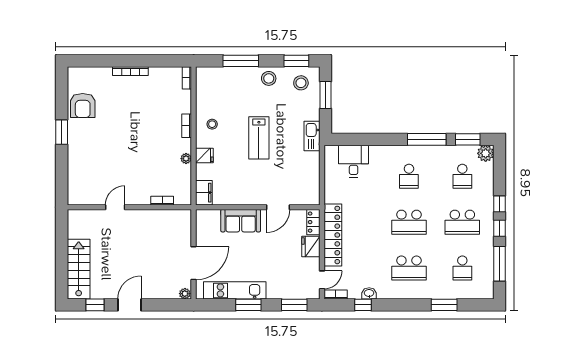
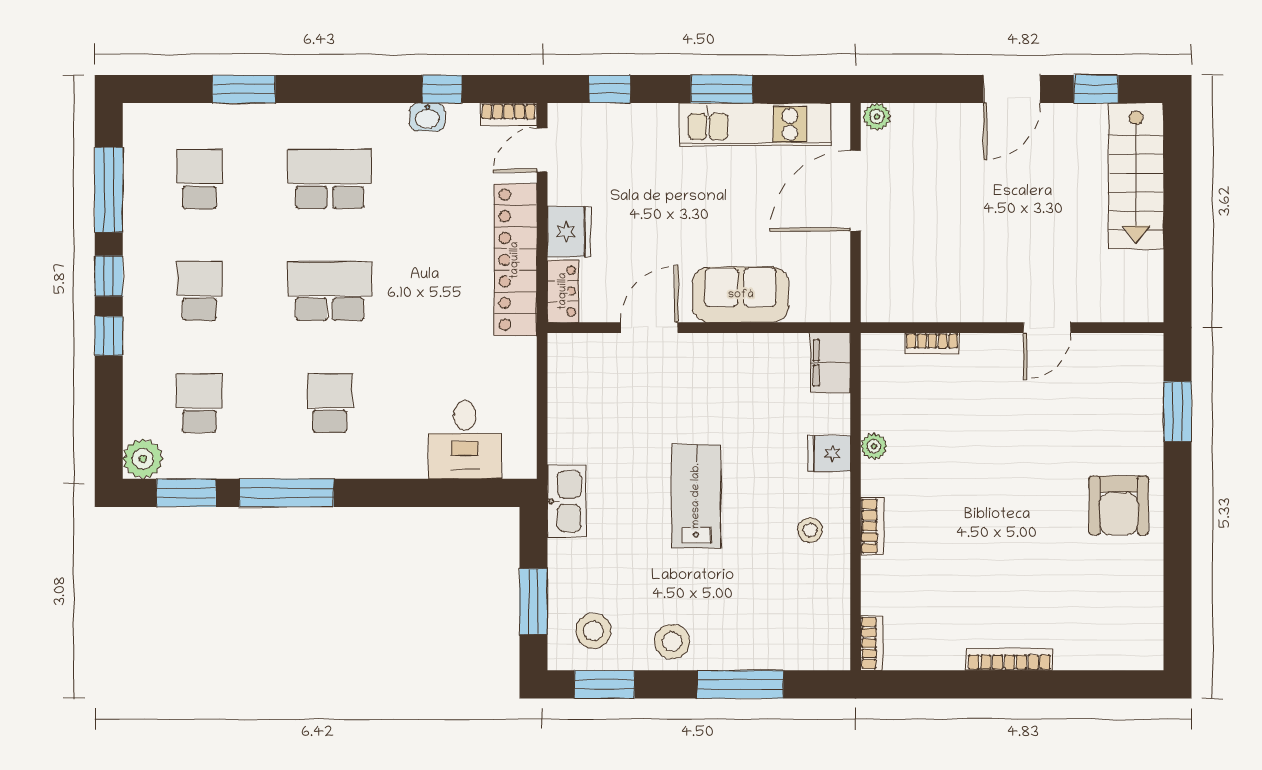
armchair: (83, 106) -> (1119, 506), moved, turned 180
window: (62, 132) -> (1178, 412), moved
school desk: (462, 222) -> (199, 291), width x0.54
window: (294, 305) -> (610, 89), width x0.67

